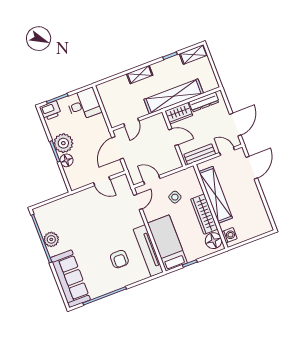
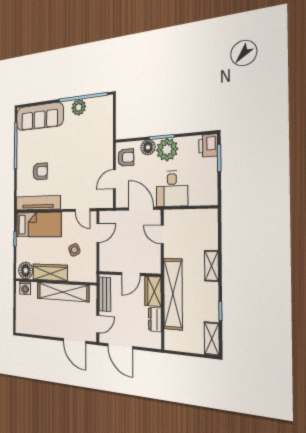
dresser: (204, 102) -> (155, 319), width x0.70
desk: (84, 104) -> (172, 189), moved
armchair: (81, 177) -> (126, 157), added
armchair: (119, 259) -> (40, 171), turned 180

